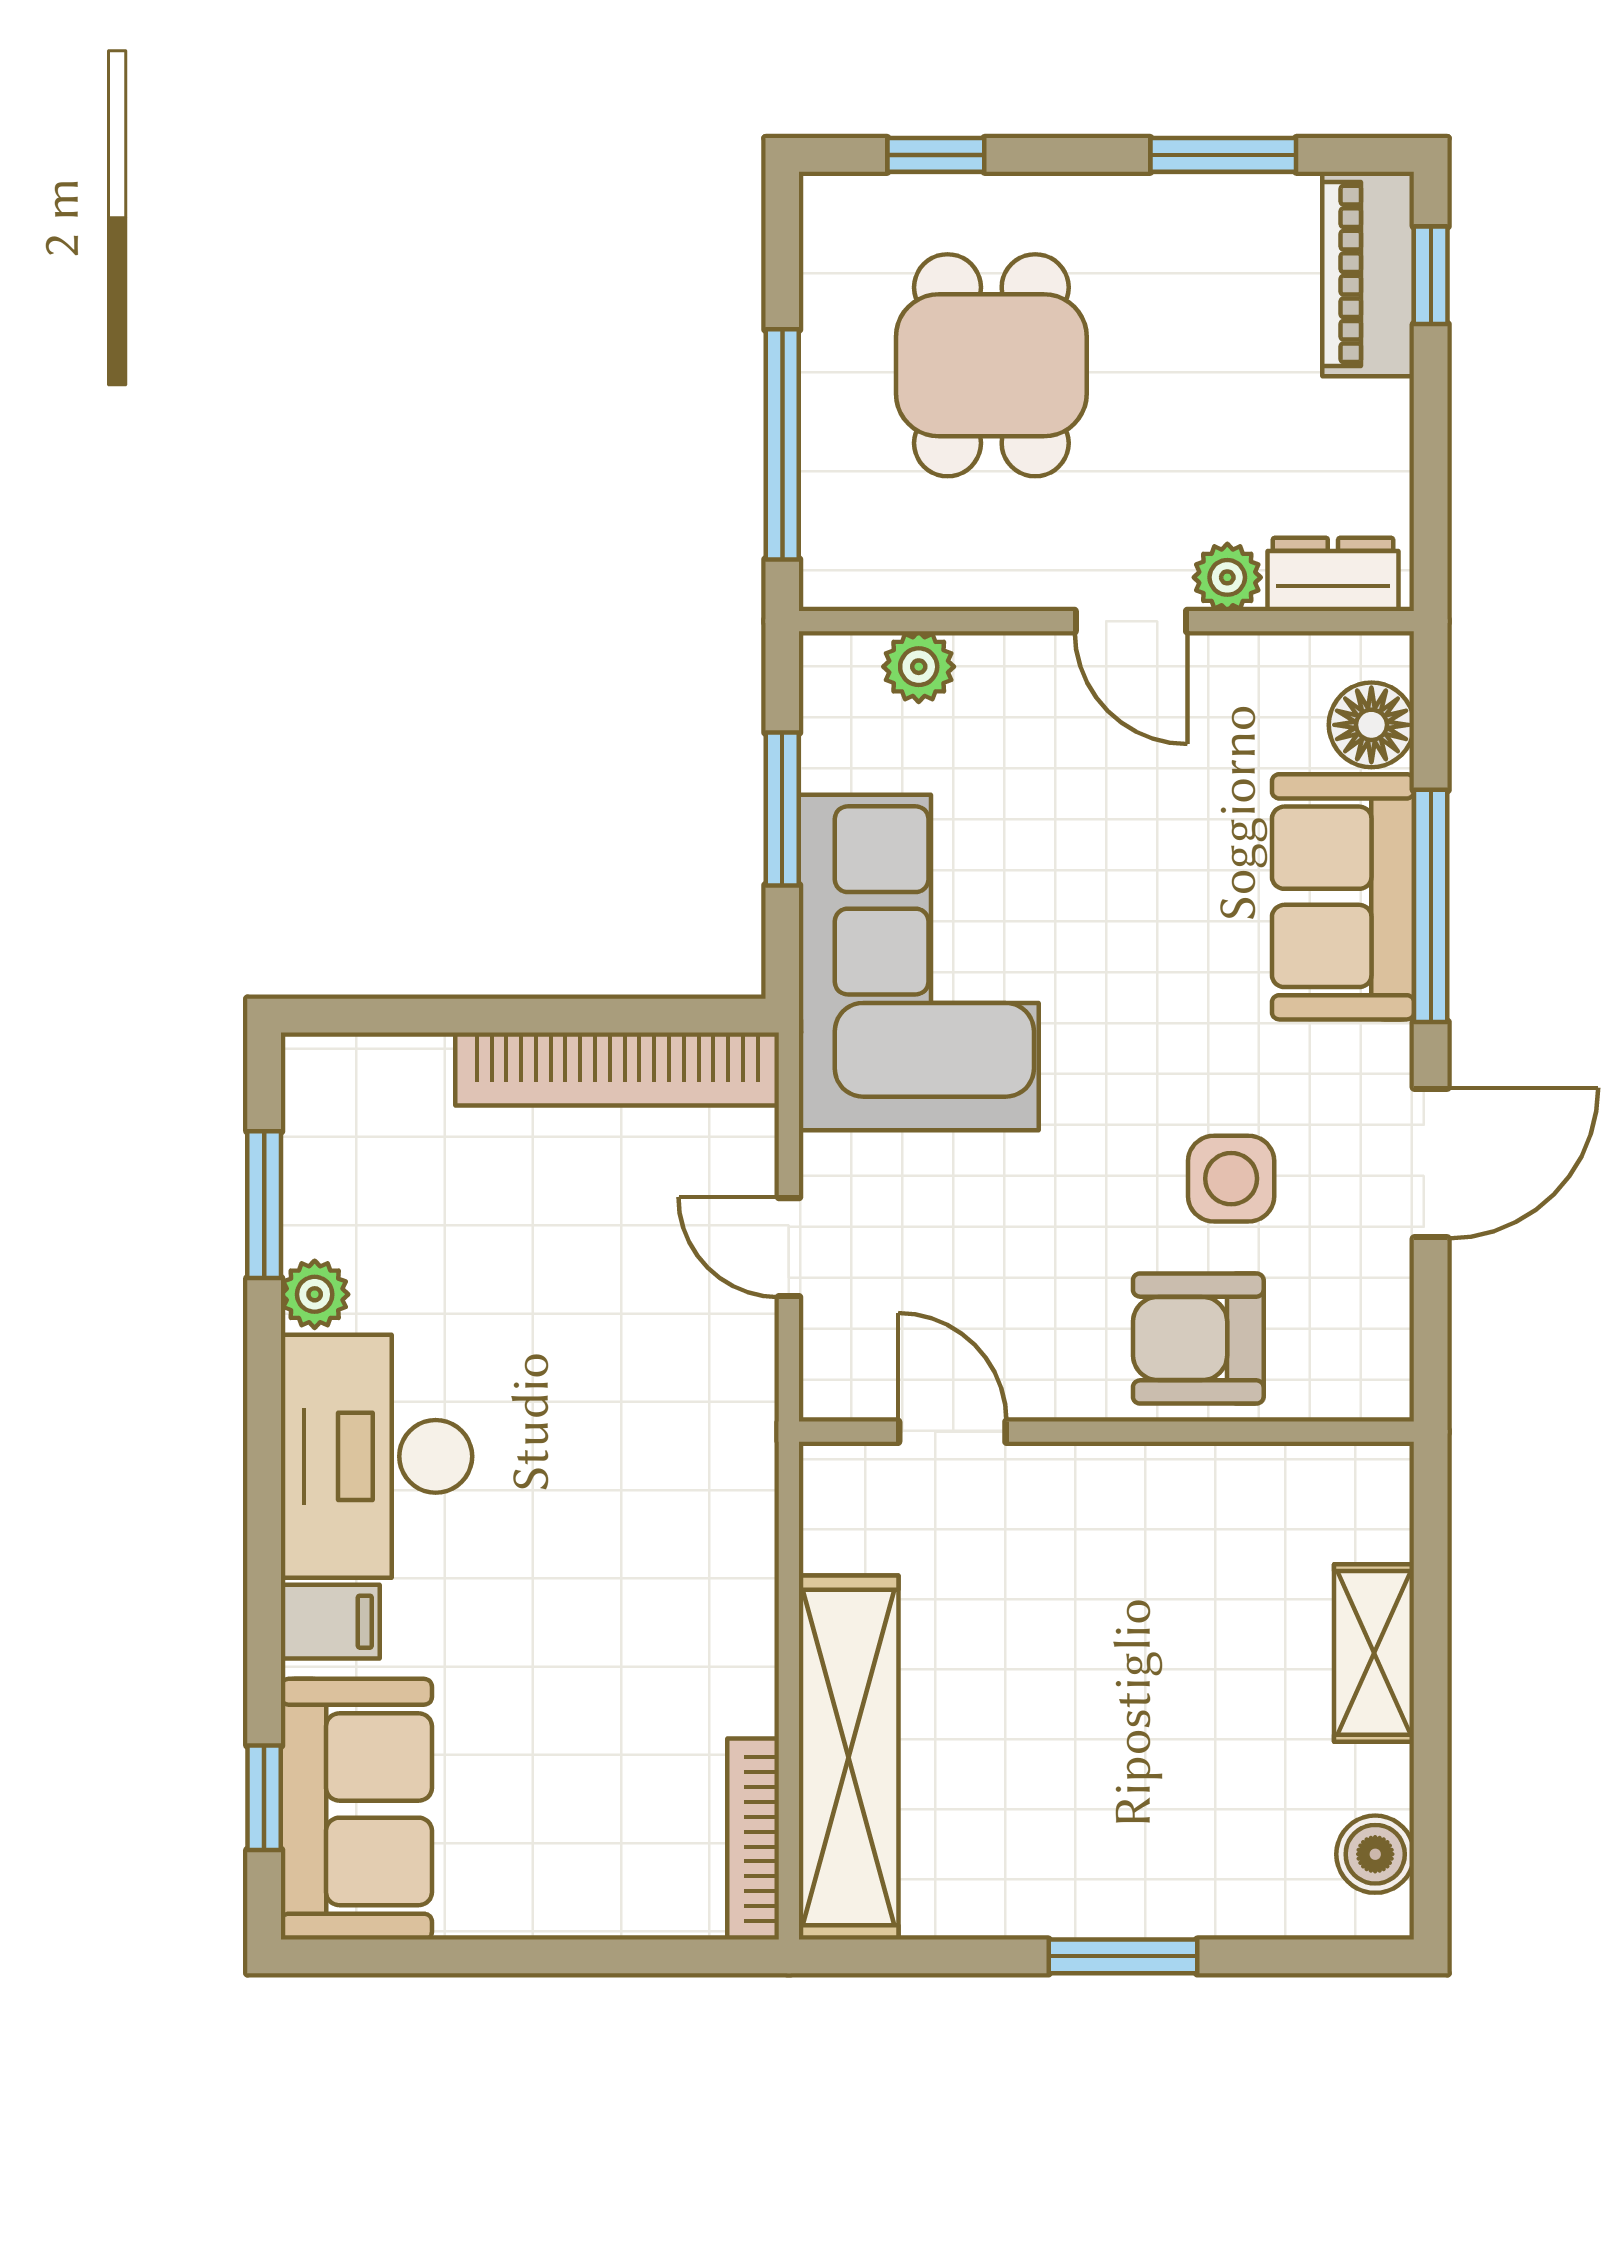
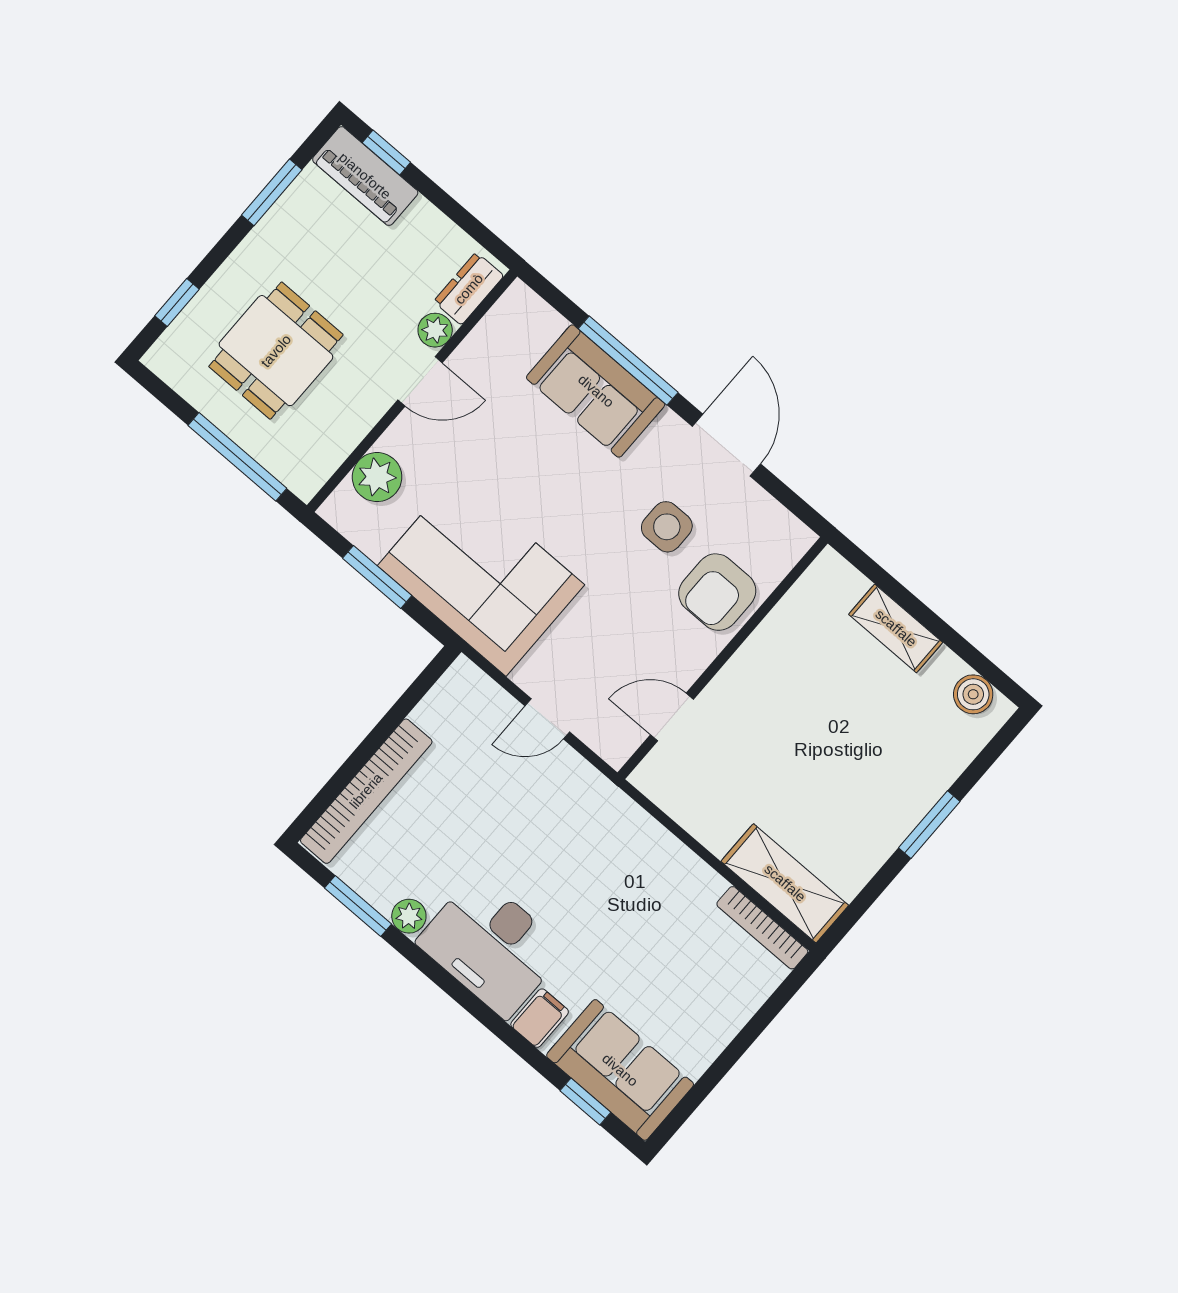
dining table: (991, 365) -> (276, 351), turned 90
plant: (919, 667) -> (377, 477), width x1.38, depth x1.38
floor lamp: (1371, 725) -> (539, 323), removed
bookcase: (617, 1069) -> (366, 791), moved
shelving: (849, 1757) -> (785, 883), width x0.68

